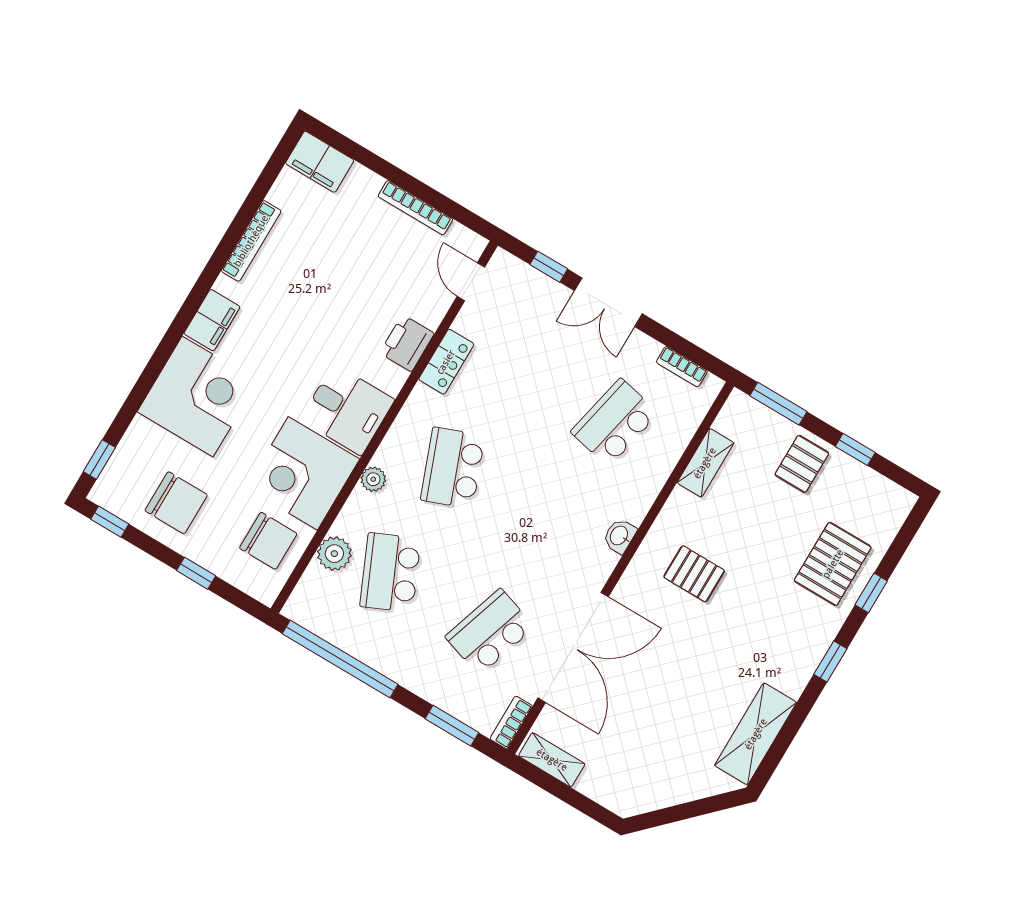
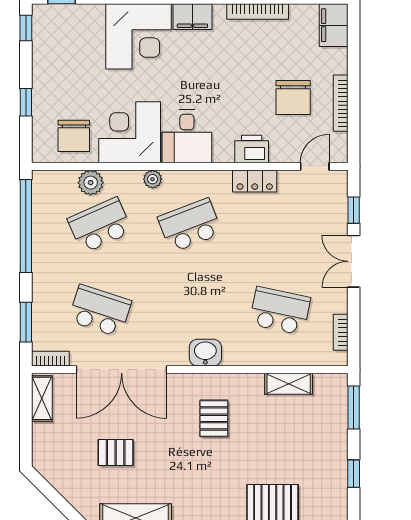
pallet: (802, 464) -> (116, 453), moved
chair: (176, 503) -> (293, 98), moved
washbasin: (620, 536) -> (205, 353), width x1.38, depth x1.45

